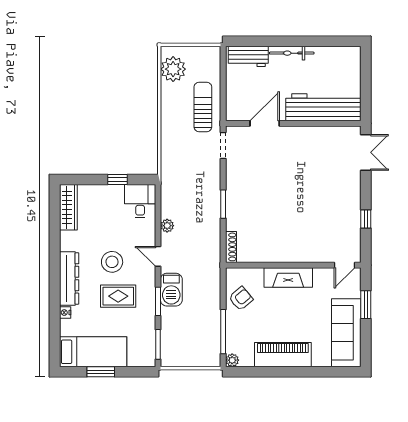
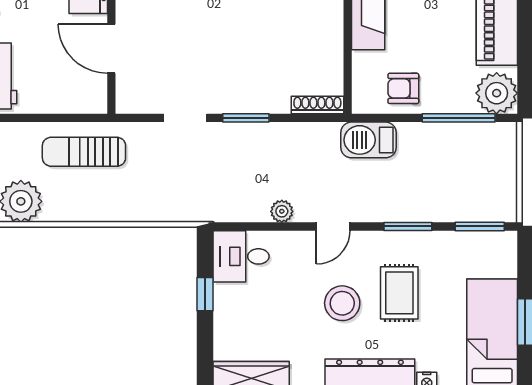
doorway: (223, 145) -> (185, 118), moved
barbecue: (171, 290) -> (368, 140), moved, turned 180
armchair: (241, 298) -> (403, 88), turned -50
plant: (232, 360) -> (497, 93), width x1.87, depth x1.87

